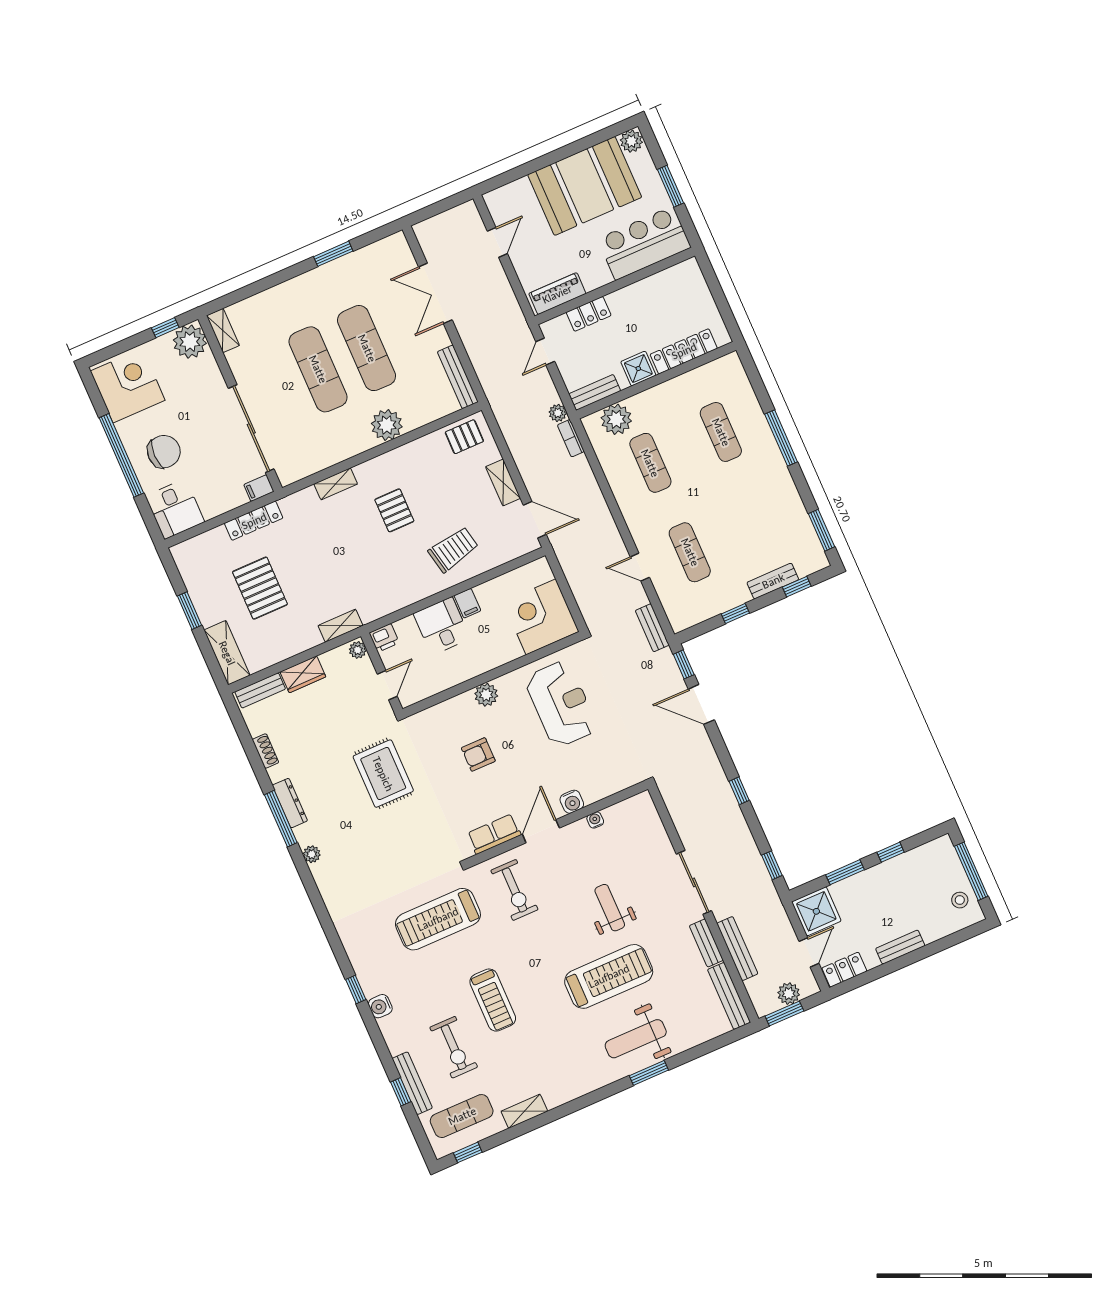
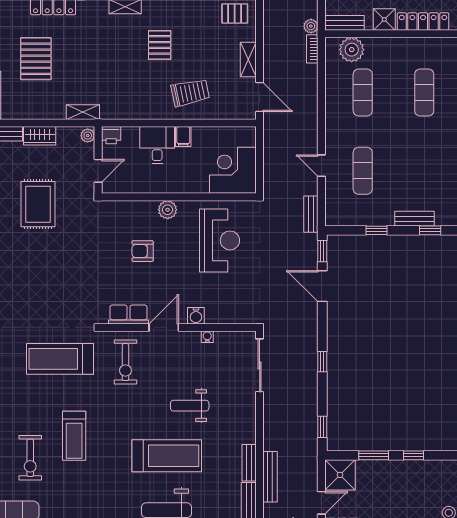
rug: (383, 774) -> (38, 204), moved
sliding door: (694, 882) -> (260, 365), moved
weight bench: (610, 908) -> (190, 406), turned -90

